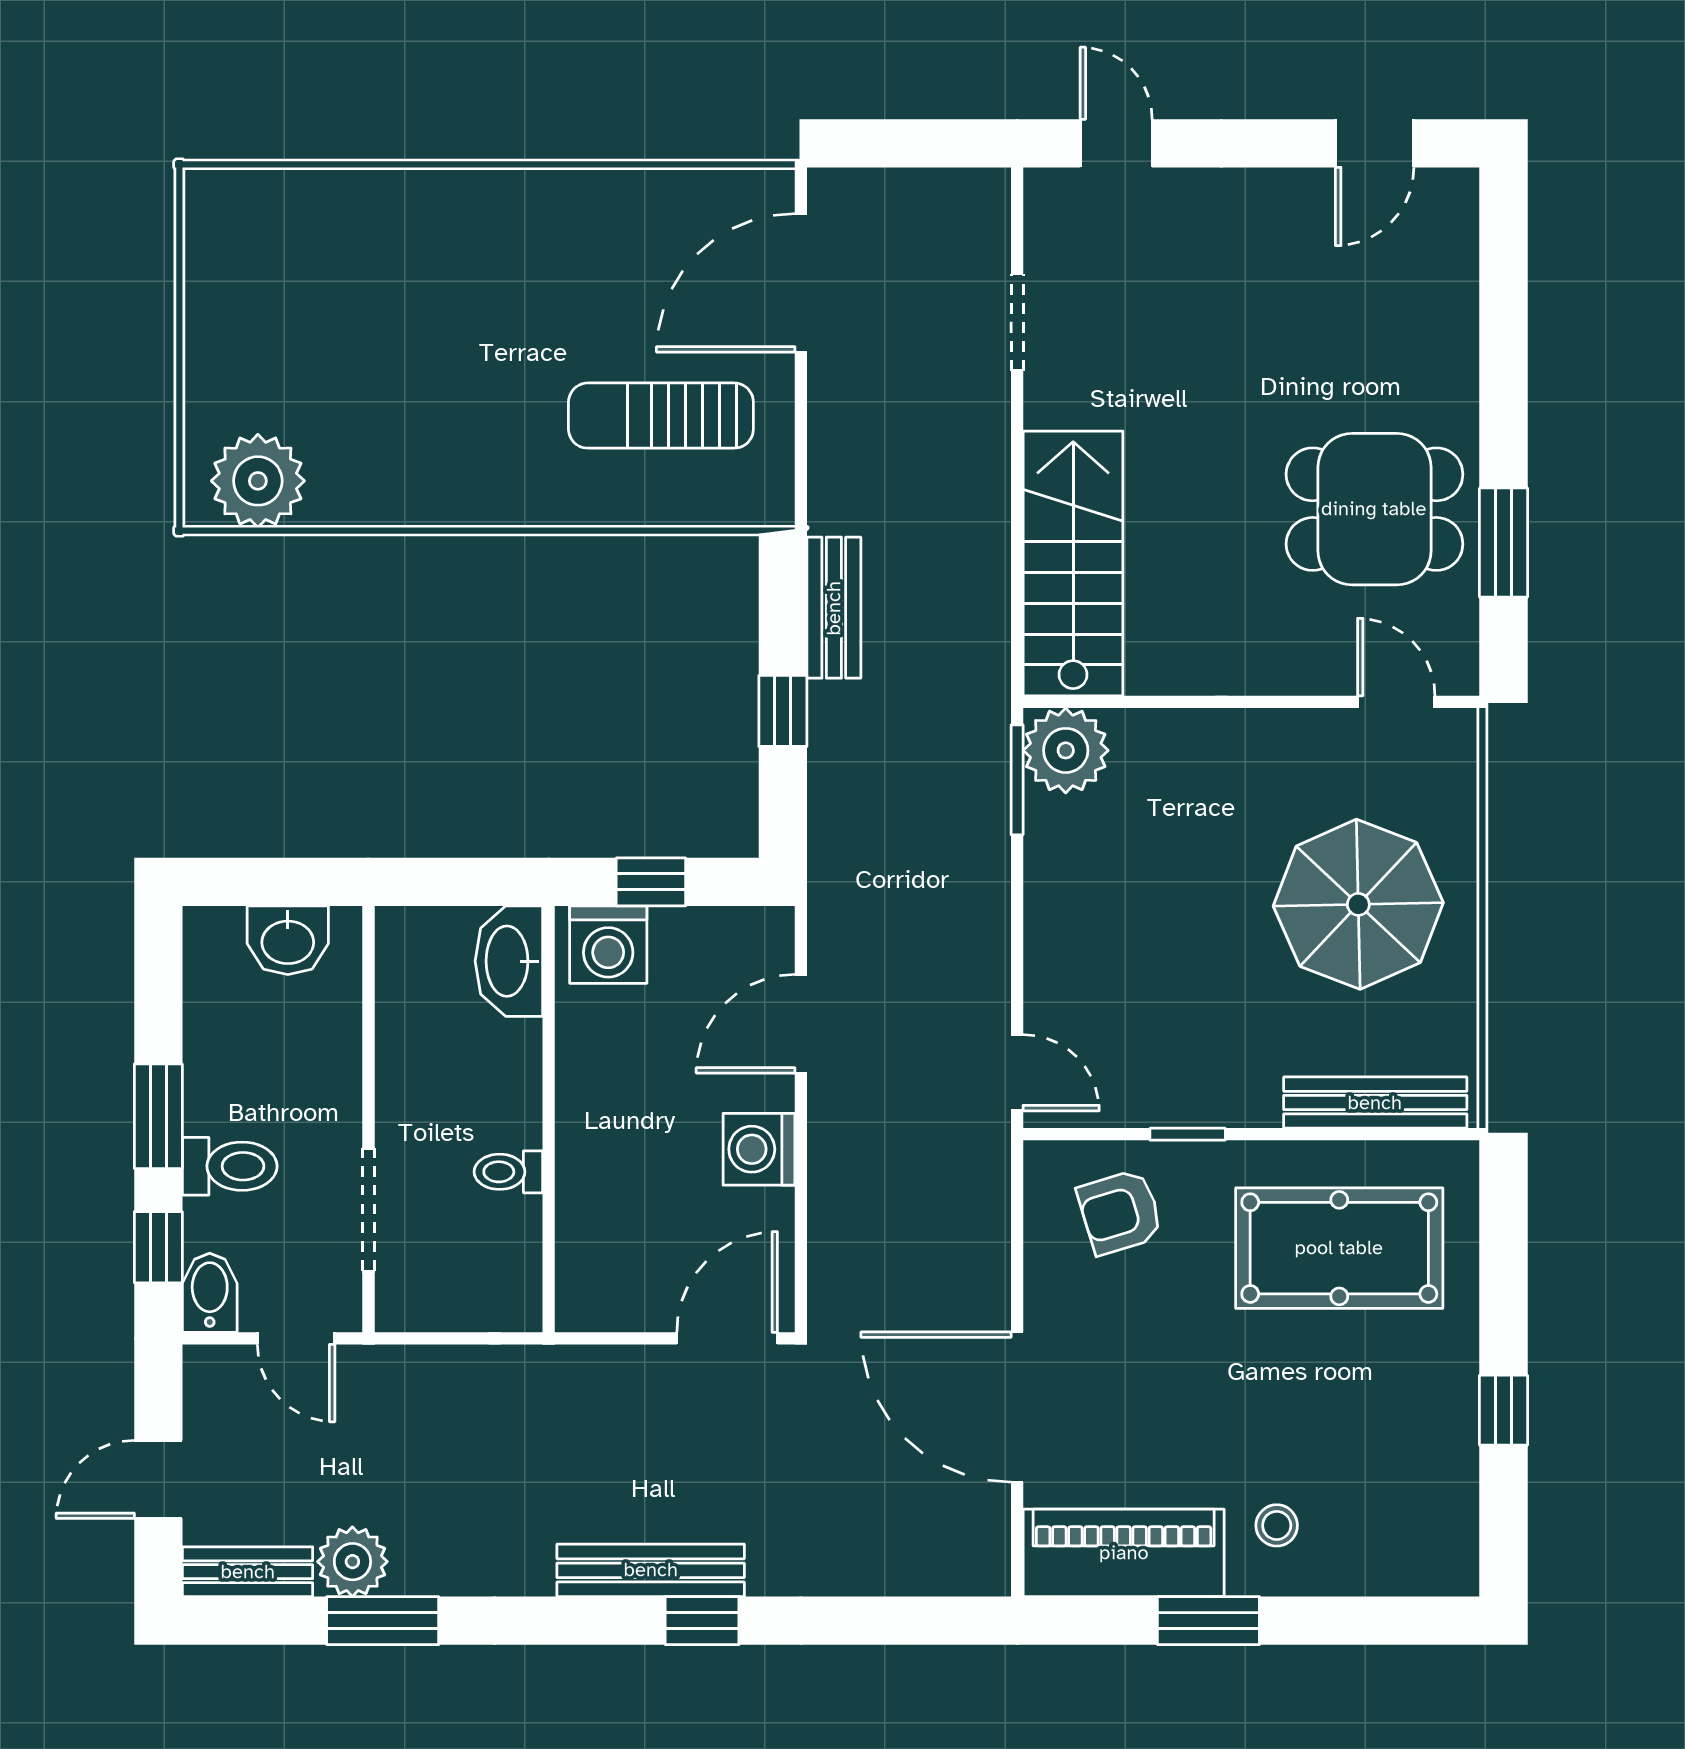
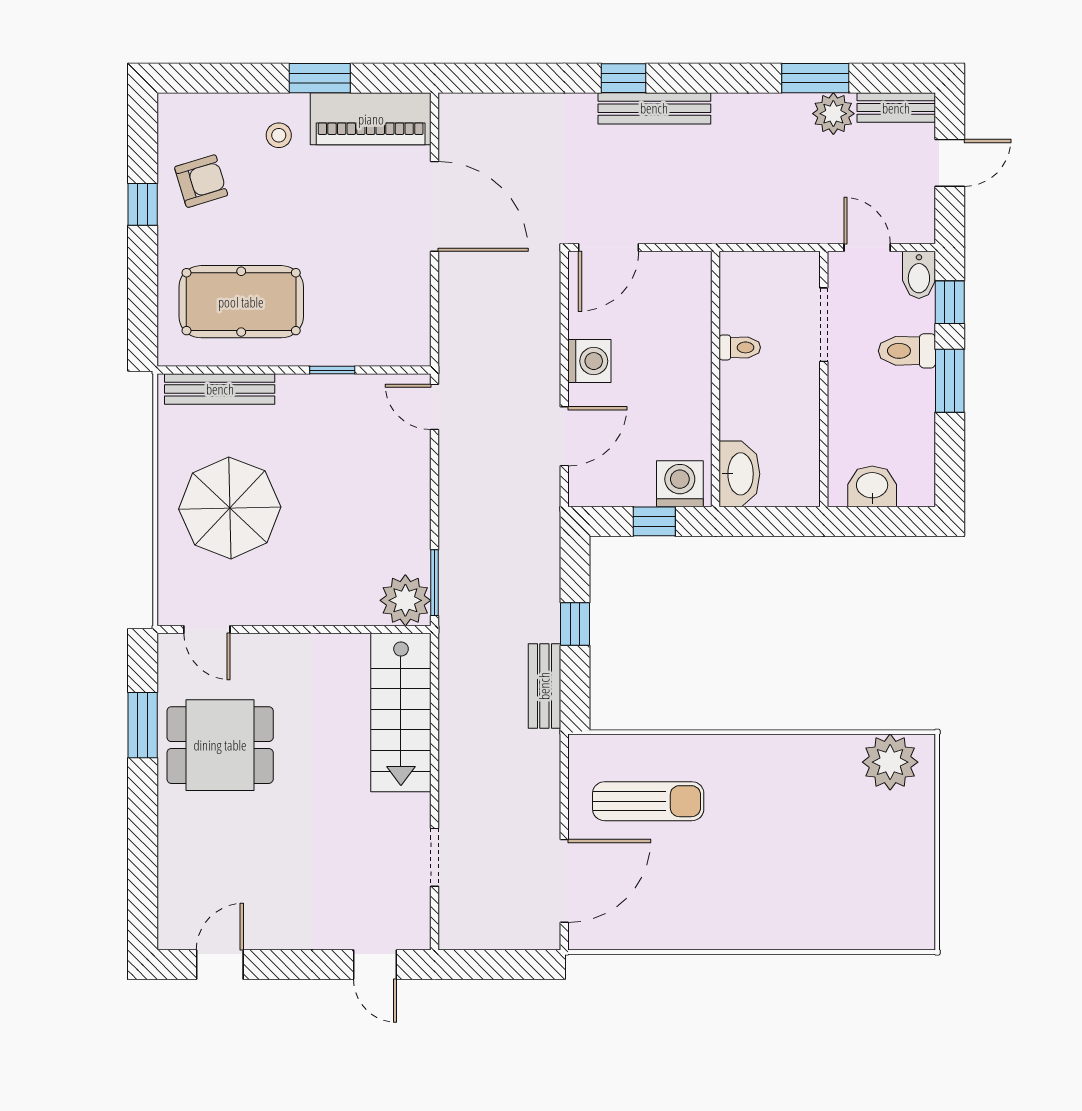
armchair: (1120, 1212) -> (201, 181), moved

